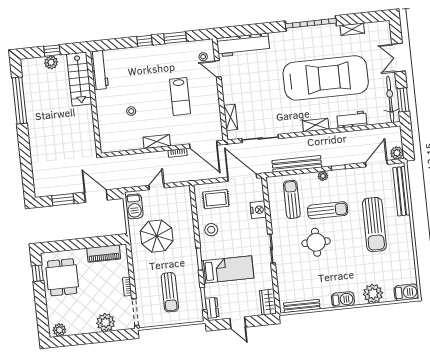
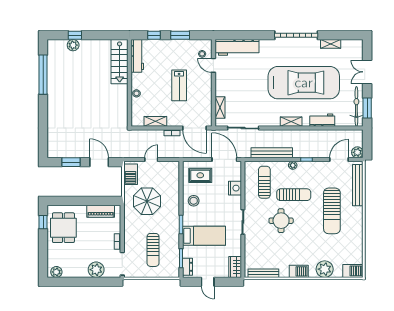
workbench: (99, 70) -> (137, 56), moved
stairs: (79, 79) -> (120, 62), moved
wall: (94, 103) -> (130, 83), moved

